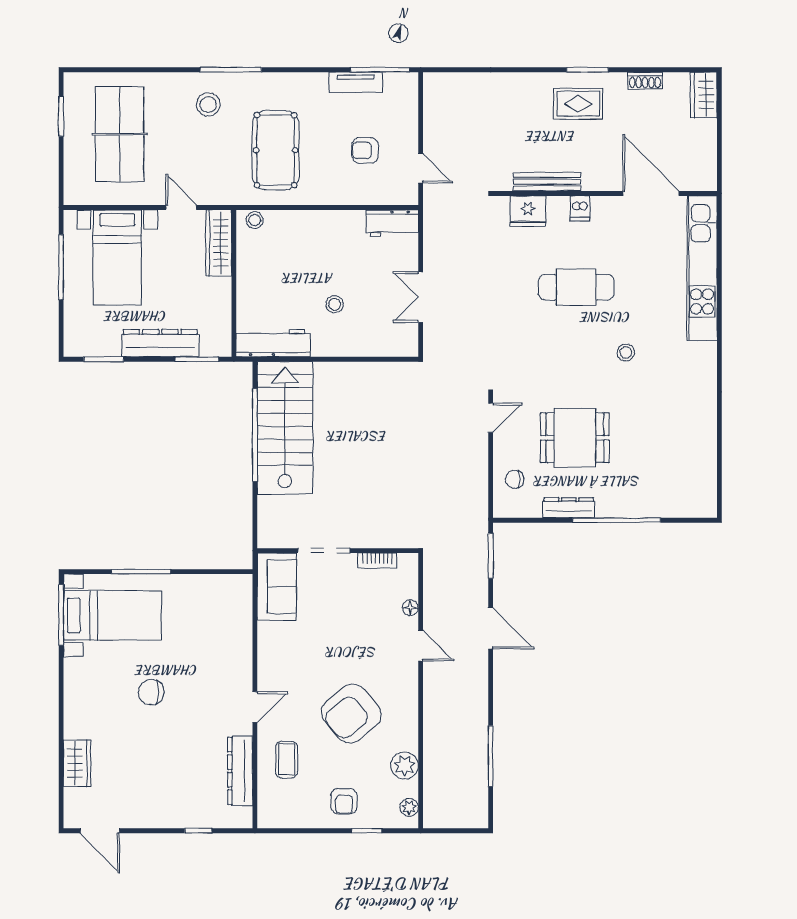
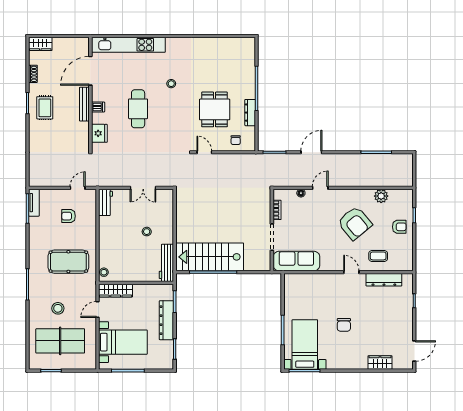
tv unit: (356, 82) -> (34, 203), moved
stool: (208, 105) -> (58, 308), moved
armchair: (365, 150) -> (69, 216), turned 90
bench: (547, 182) -> (84, 104), moved
sofa: (277, 587) -> (296, 261), width x1.36
plant: (409, 807) -> (402, 194), removed

